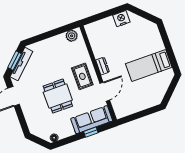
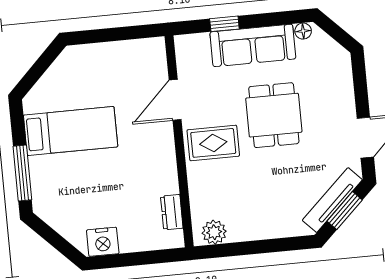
window: (166, 41) -> (22, 173), added
dresser: (103, 66) -> (172, 212), moved
rug: (82, 76) -> (213, 143), turned 90
sofa: (92, 120) -> (253, 45), moved

